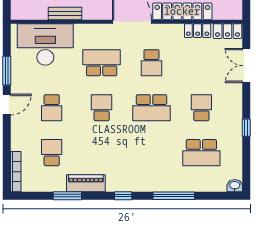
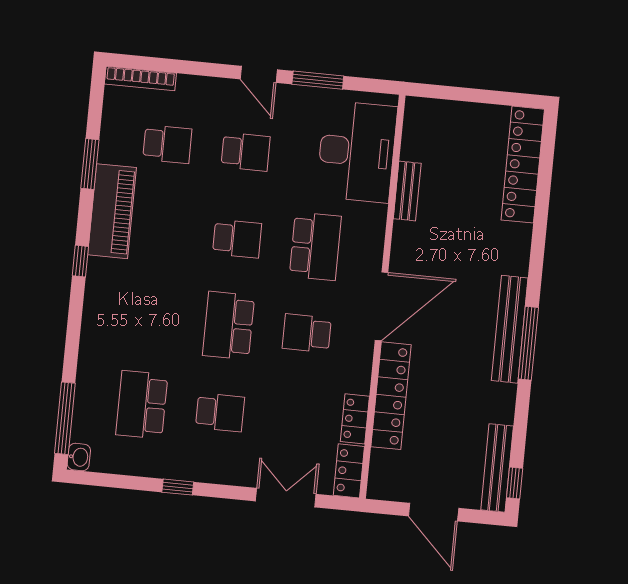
school desk: (52, 108) -> (246, 152), turned 180
piano: (86, 183) -> (112, 211), width x1.37, depth x1.33
window: (174, 196) -> (65, 418), moved

